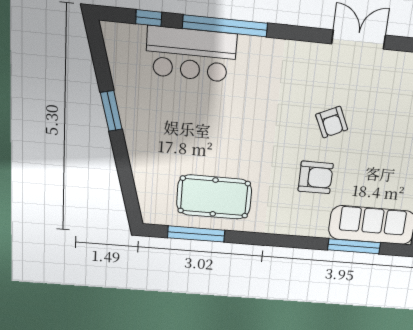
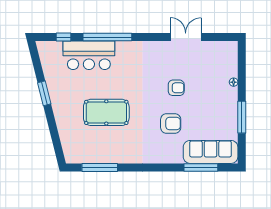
armchair: (332, 122) -> (176, 88), turned -65
pool table: (214, 197) -> (106, 112), moved

